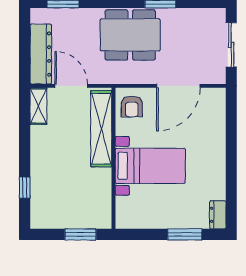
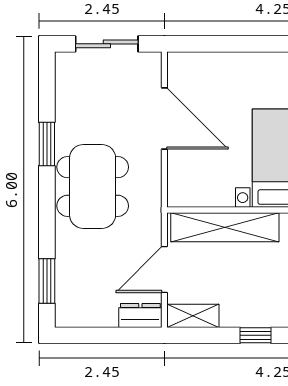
dresser: (41, 54) -> (140, 315), width x0.51, depth x0.80
armchair: (132, 106) -> (194, 184), removed
window: (25, 150) -> (255, 335), added

